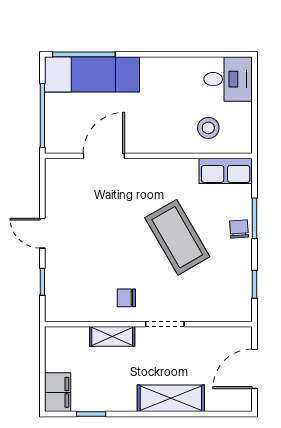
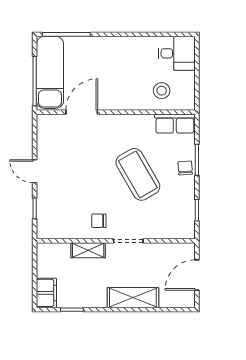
exam couch: (92, 74) -> (50, 72), moved, turned -90

